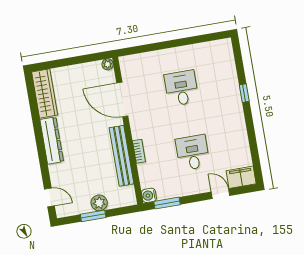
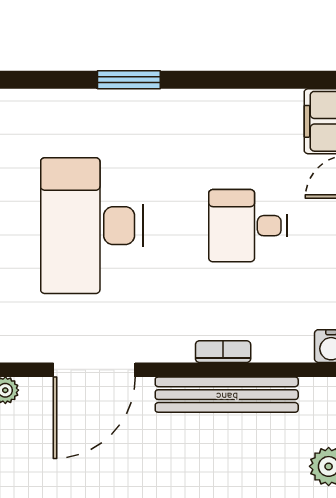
desk: (181, 88) -> (92, 226), width x1.87, depth x1.30
window: (244, 93) -> (129, 80), width x1.50

